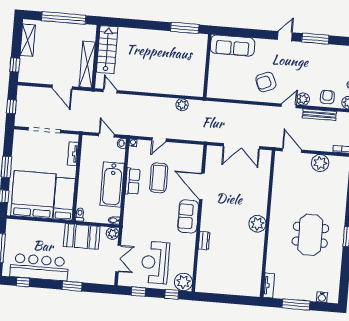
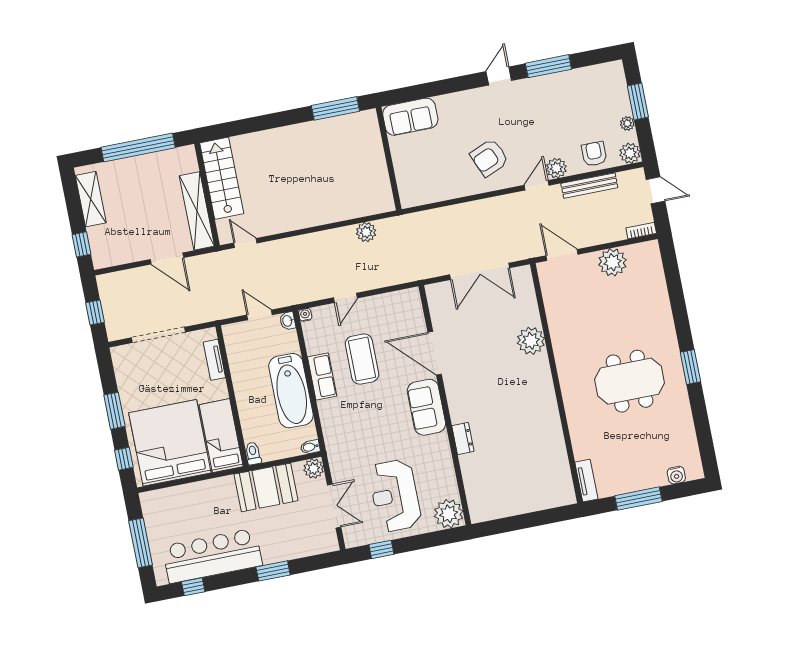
sofa: (233, 46) -> (410, 117), width x0.73
plant: (257, 224) -> (531, 341), moved
meeting table: (310, 235) -> (630, 381), turned 90
window: (172, 294) -> (436, 539), removed

